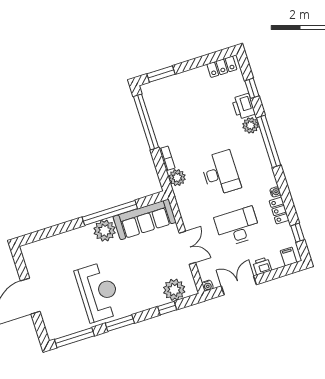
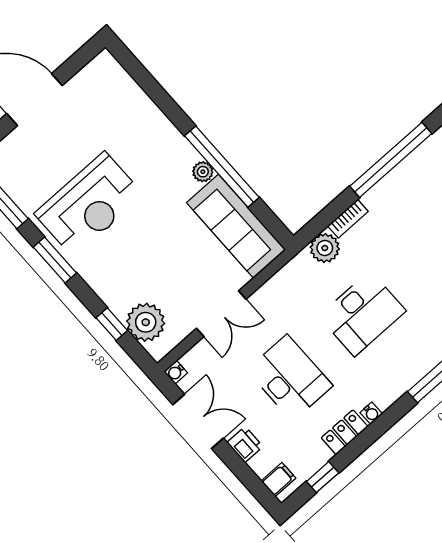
plant: (105, 231) -> (203, 172), width x0.53, depth x0.53

